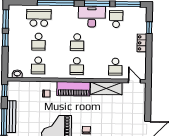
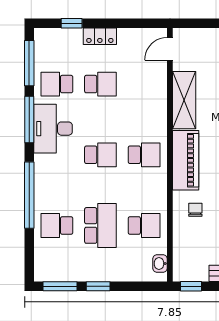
school desk: (39, 18) -> (57, 225), width x0.54
school desk: (39, 42) -> (100, 225), width x1.85
school desk: (115, 67) -> (100, 84), moved

